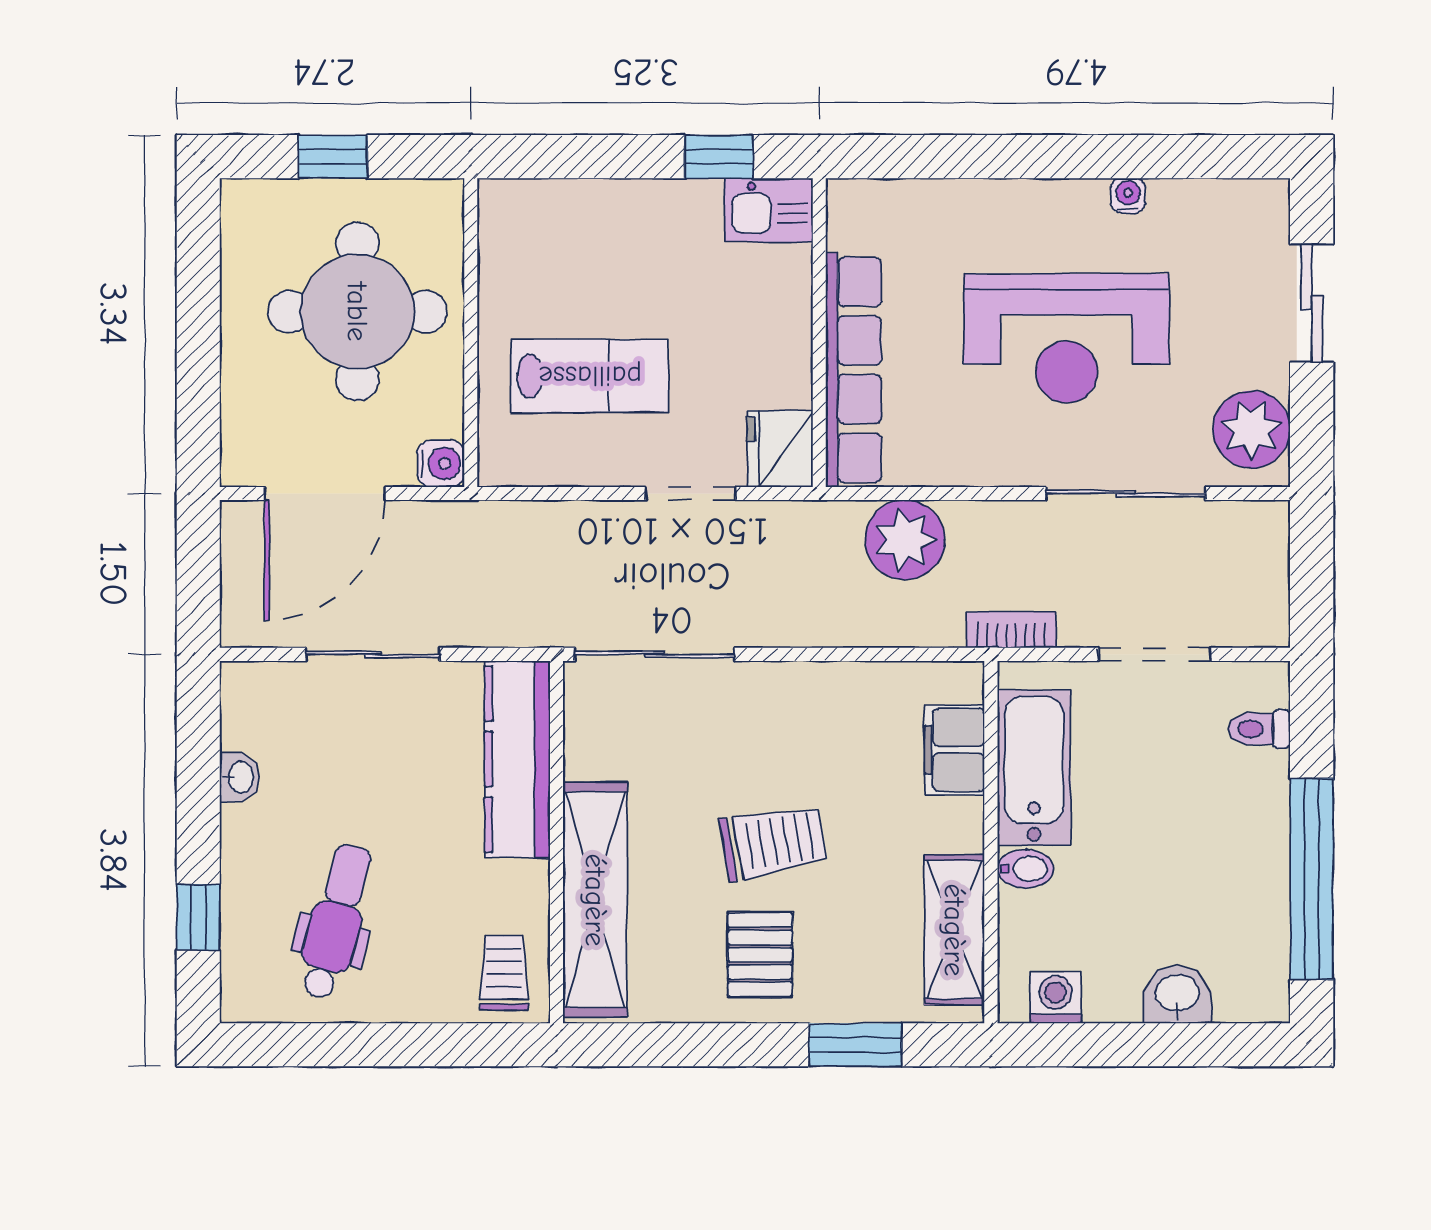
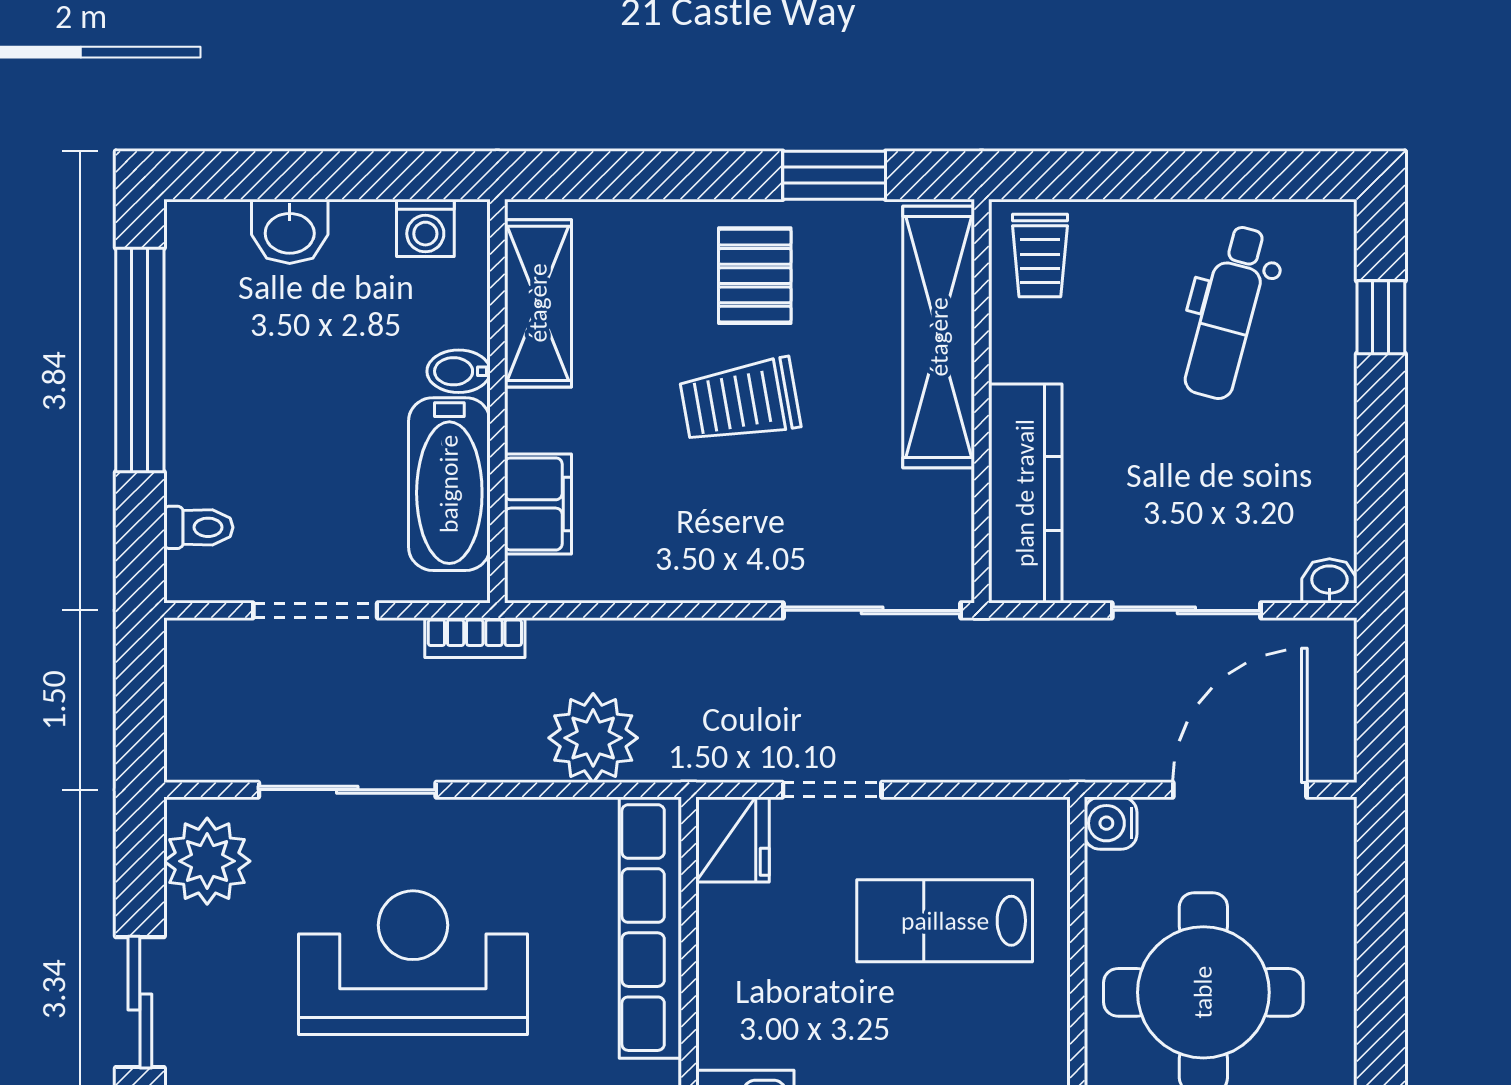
washbasin: (240, 777) -> (1329, 581), moved, turned 90
window: (855, 1045) -> (834, 175), moved

